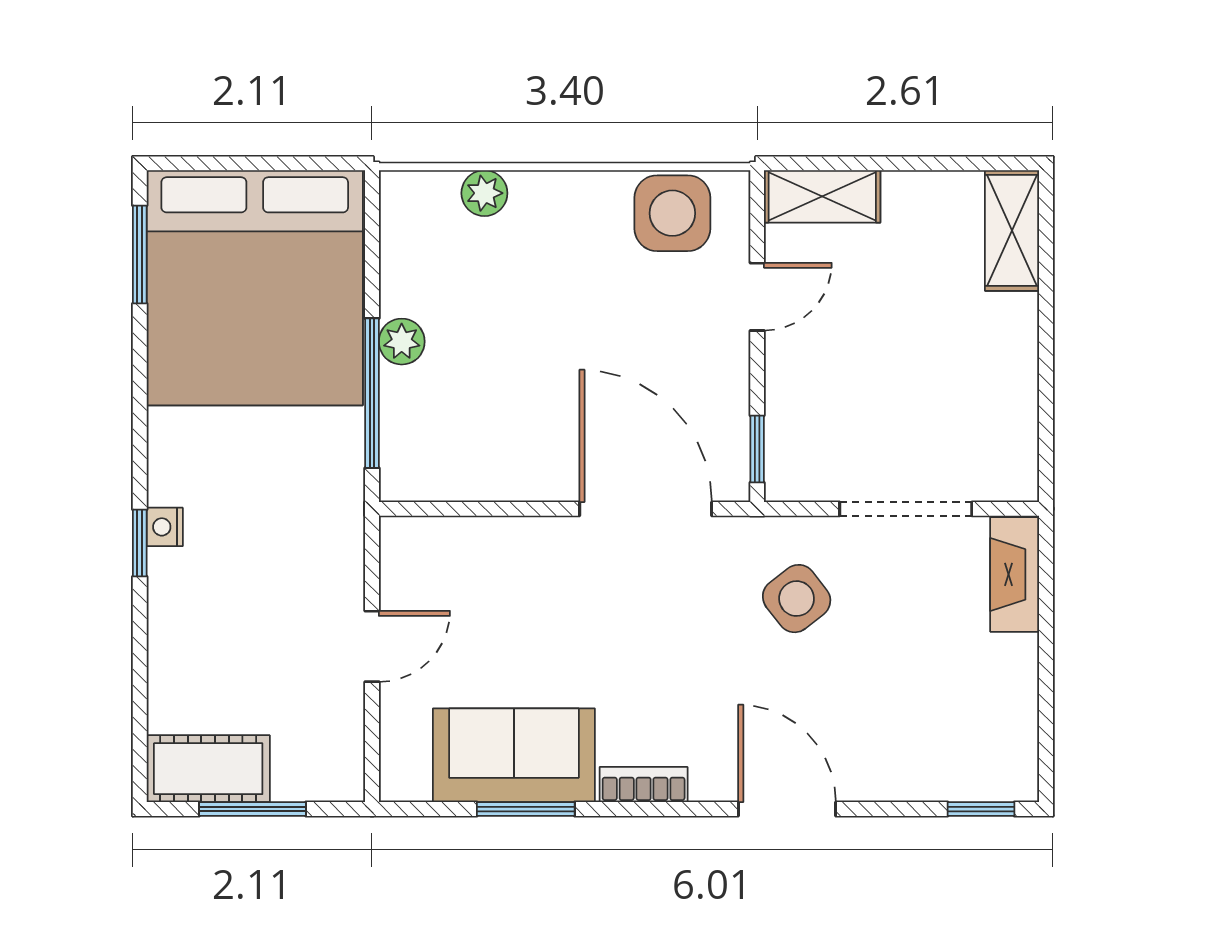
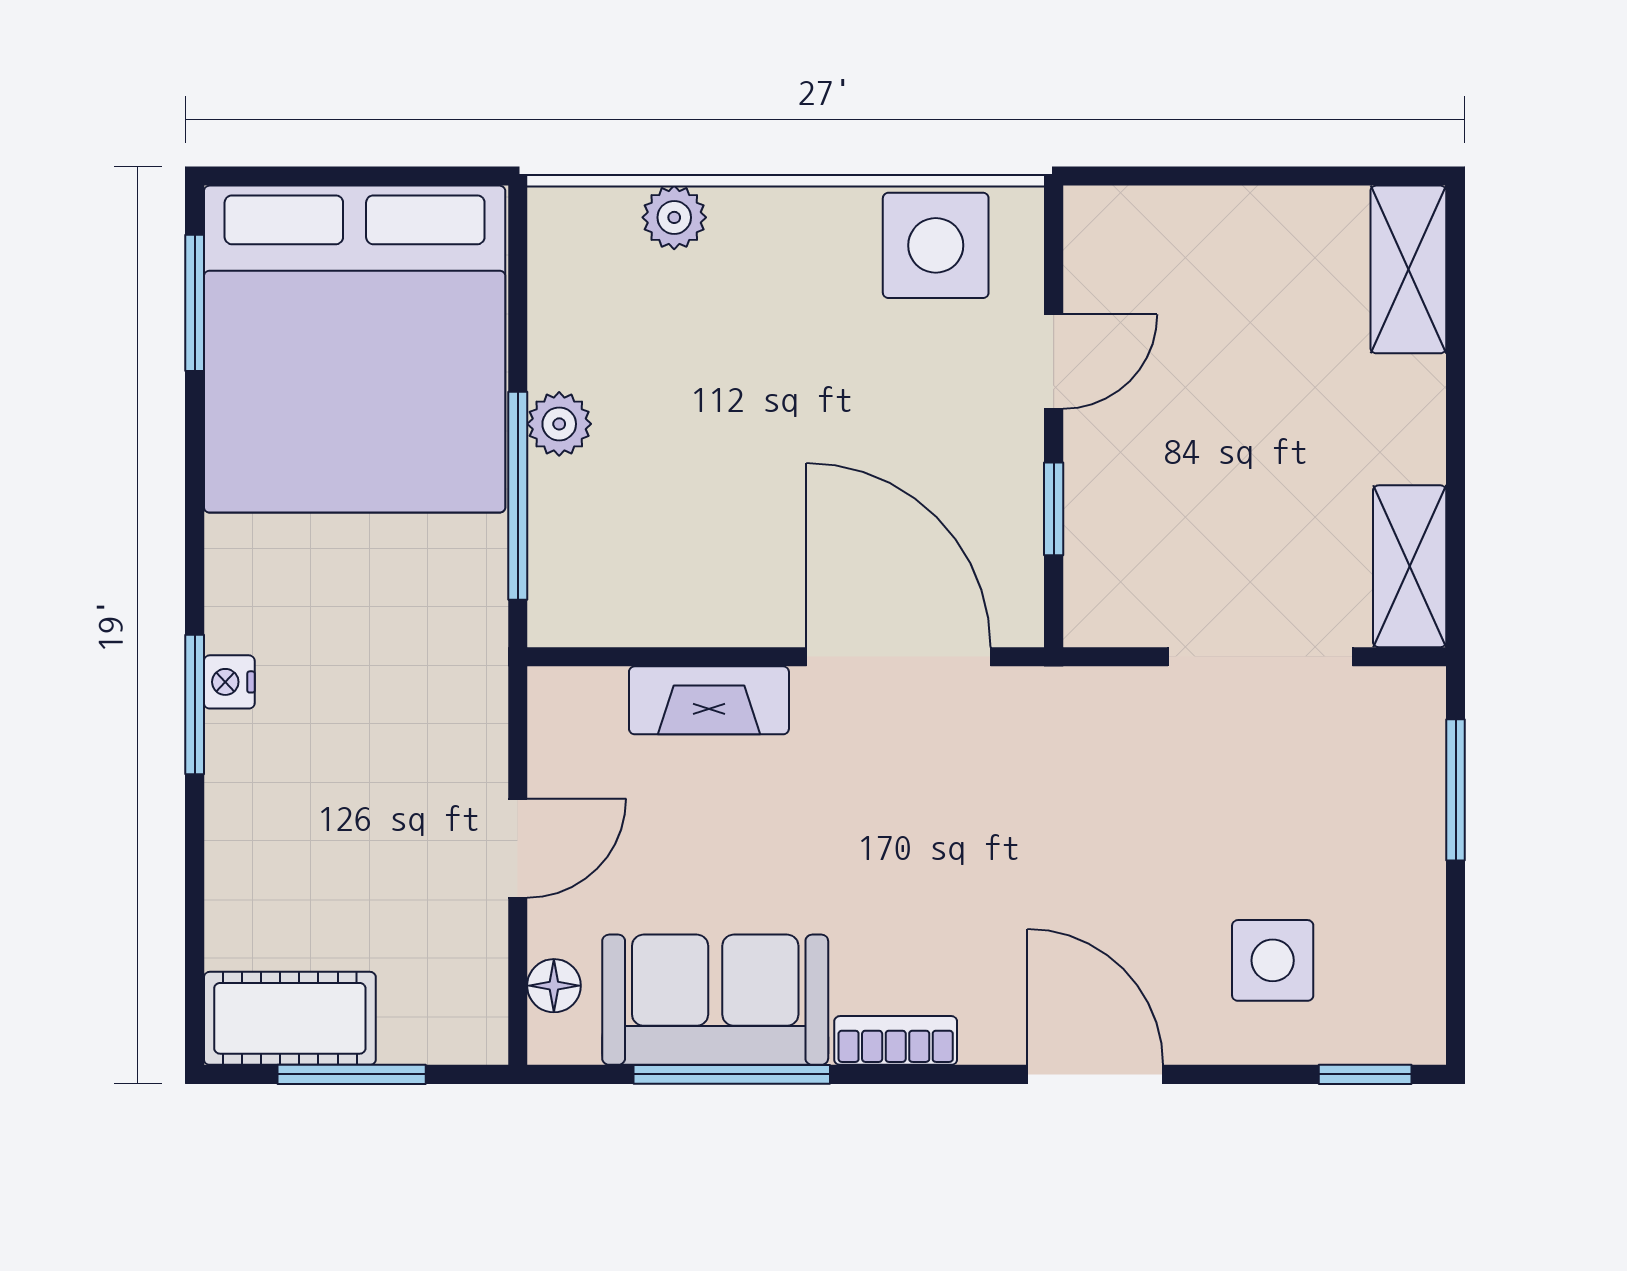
shelving: (822, 196) -> (1410, 566), moved, turned 90
window: (757, 449) -> (1054, 509), moved
window: (140, 543) -> (195, 704), width x1.50
fireplace: (1015, 574) -> (709, 700), moved, turned -90
side table: (797, 599) -> (1273, 960), moved, turned 38
window: (1046, 605) -> (1456, 790), added
floor lamp: (398, 745) -> (554, 986), added
window: (526, 809) -> (732, 1074), width x1.44

